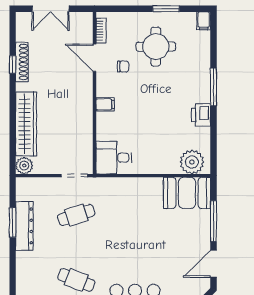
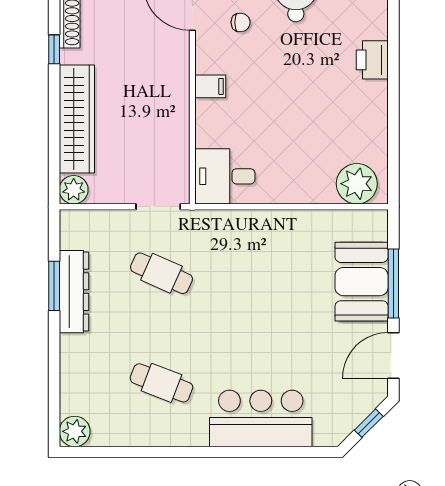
window: (13, 65) -> (54, 49), moved
window: (213, 87) -> (393, 57), removed
printer: (201, 115) -> (372, 60), moved
booth: (187, 193) -> (362, 282), moved, turned 90
cafe table: (76, 215) -> (161, 273), turned 42

